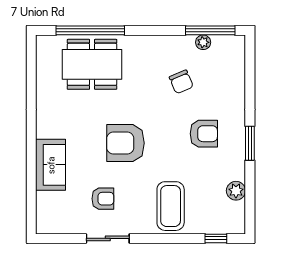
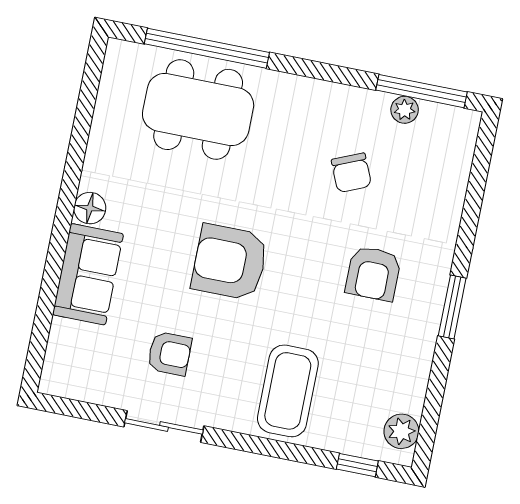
floor lamp: (44, 129) -> (90, 208), added
armchair: (204, 134) -> (373, 273), turned 90
plant: (236, 191) -> (401, 431), moved

